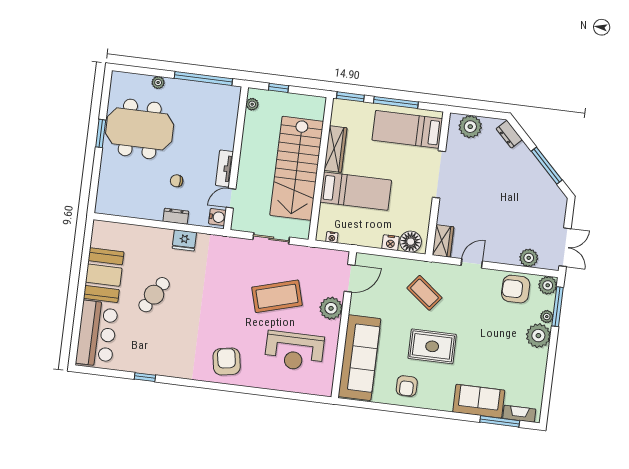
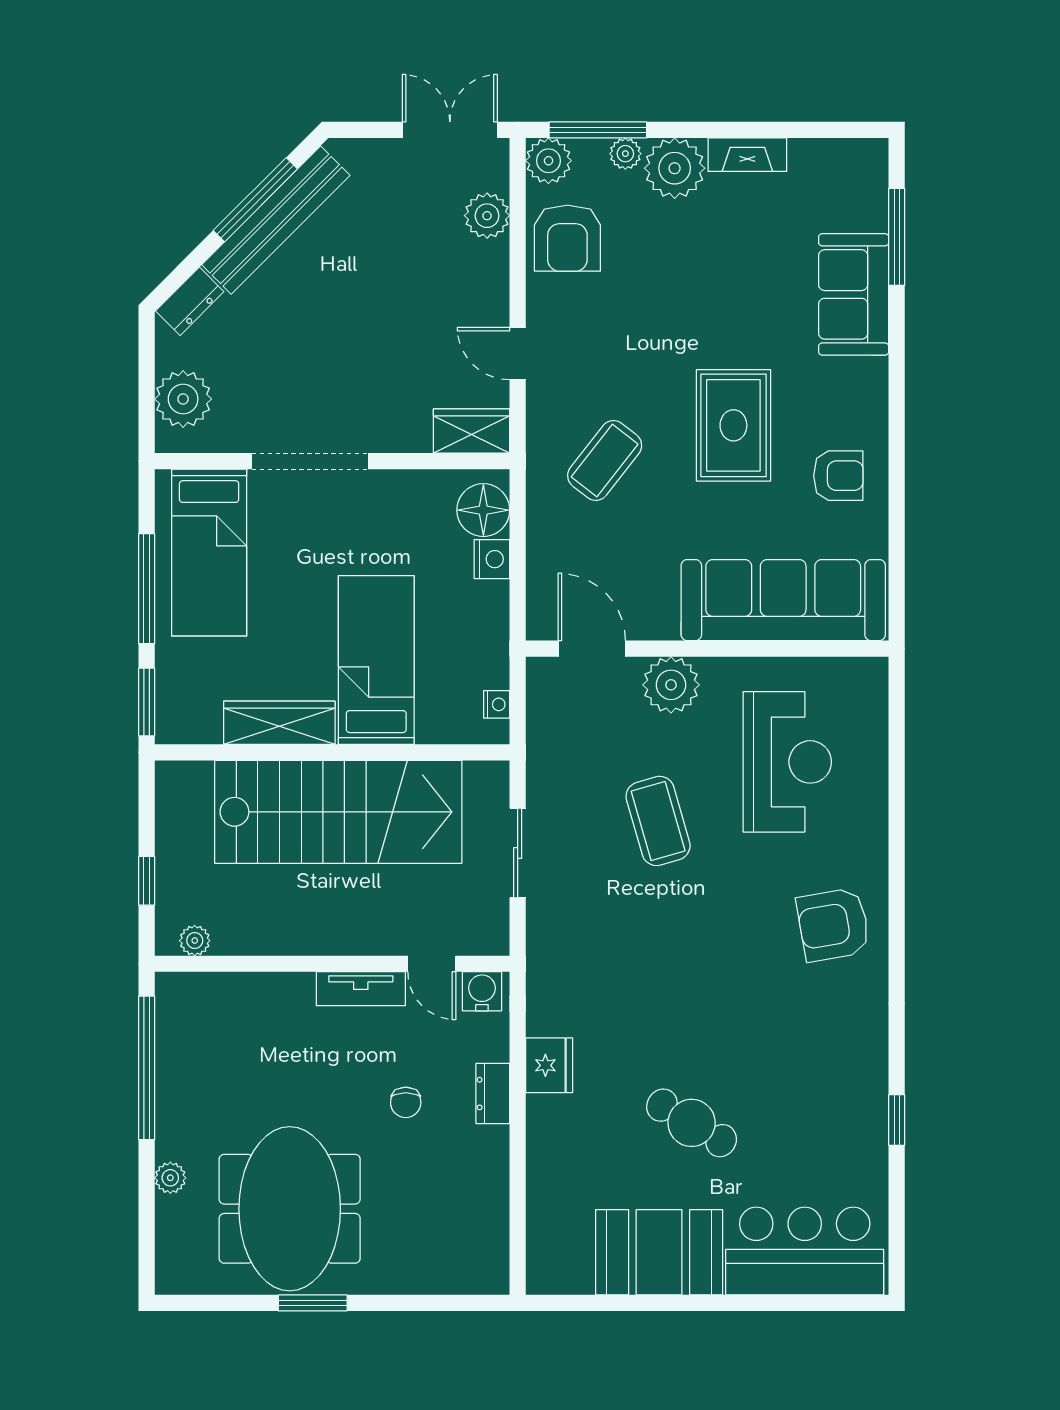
bench: (538, 173) -> (276, 220), added
coffee table: (277, 296) -> (658, 821), width x0.73, depth x0.76
fireplace: (519, 414) -> (747, 155), moved, turned -90

